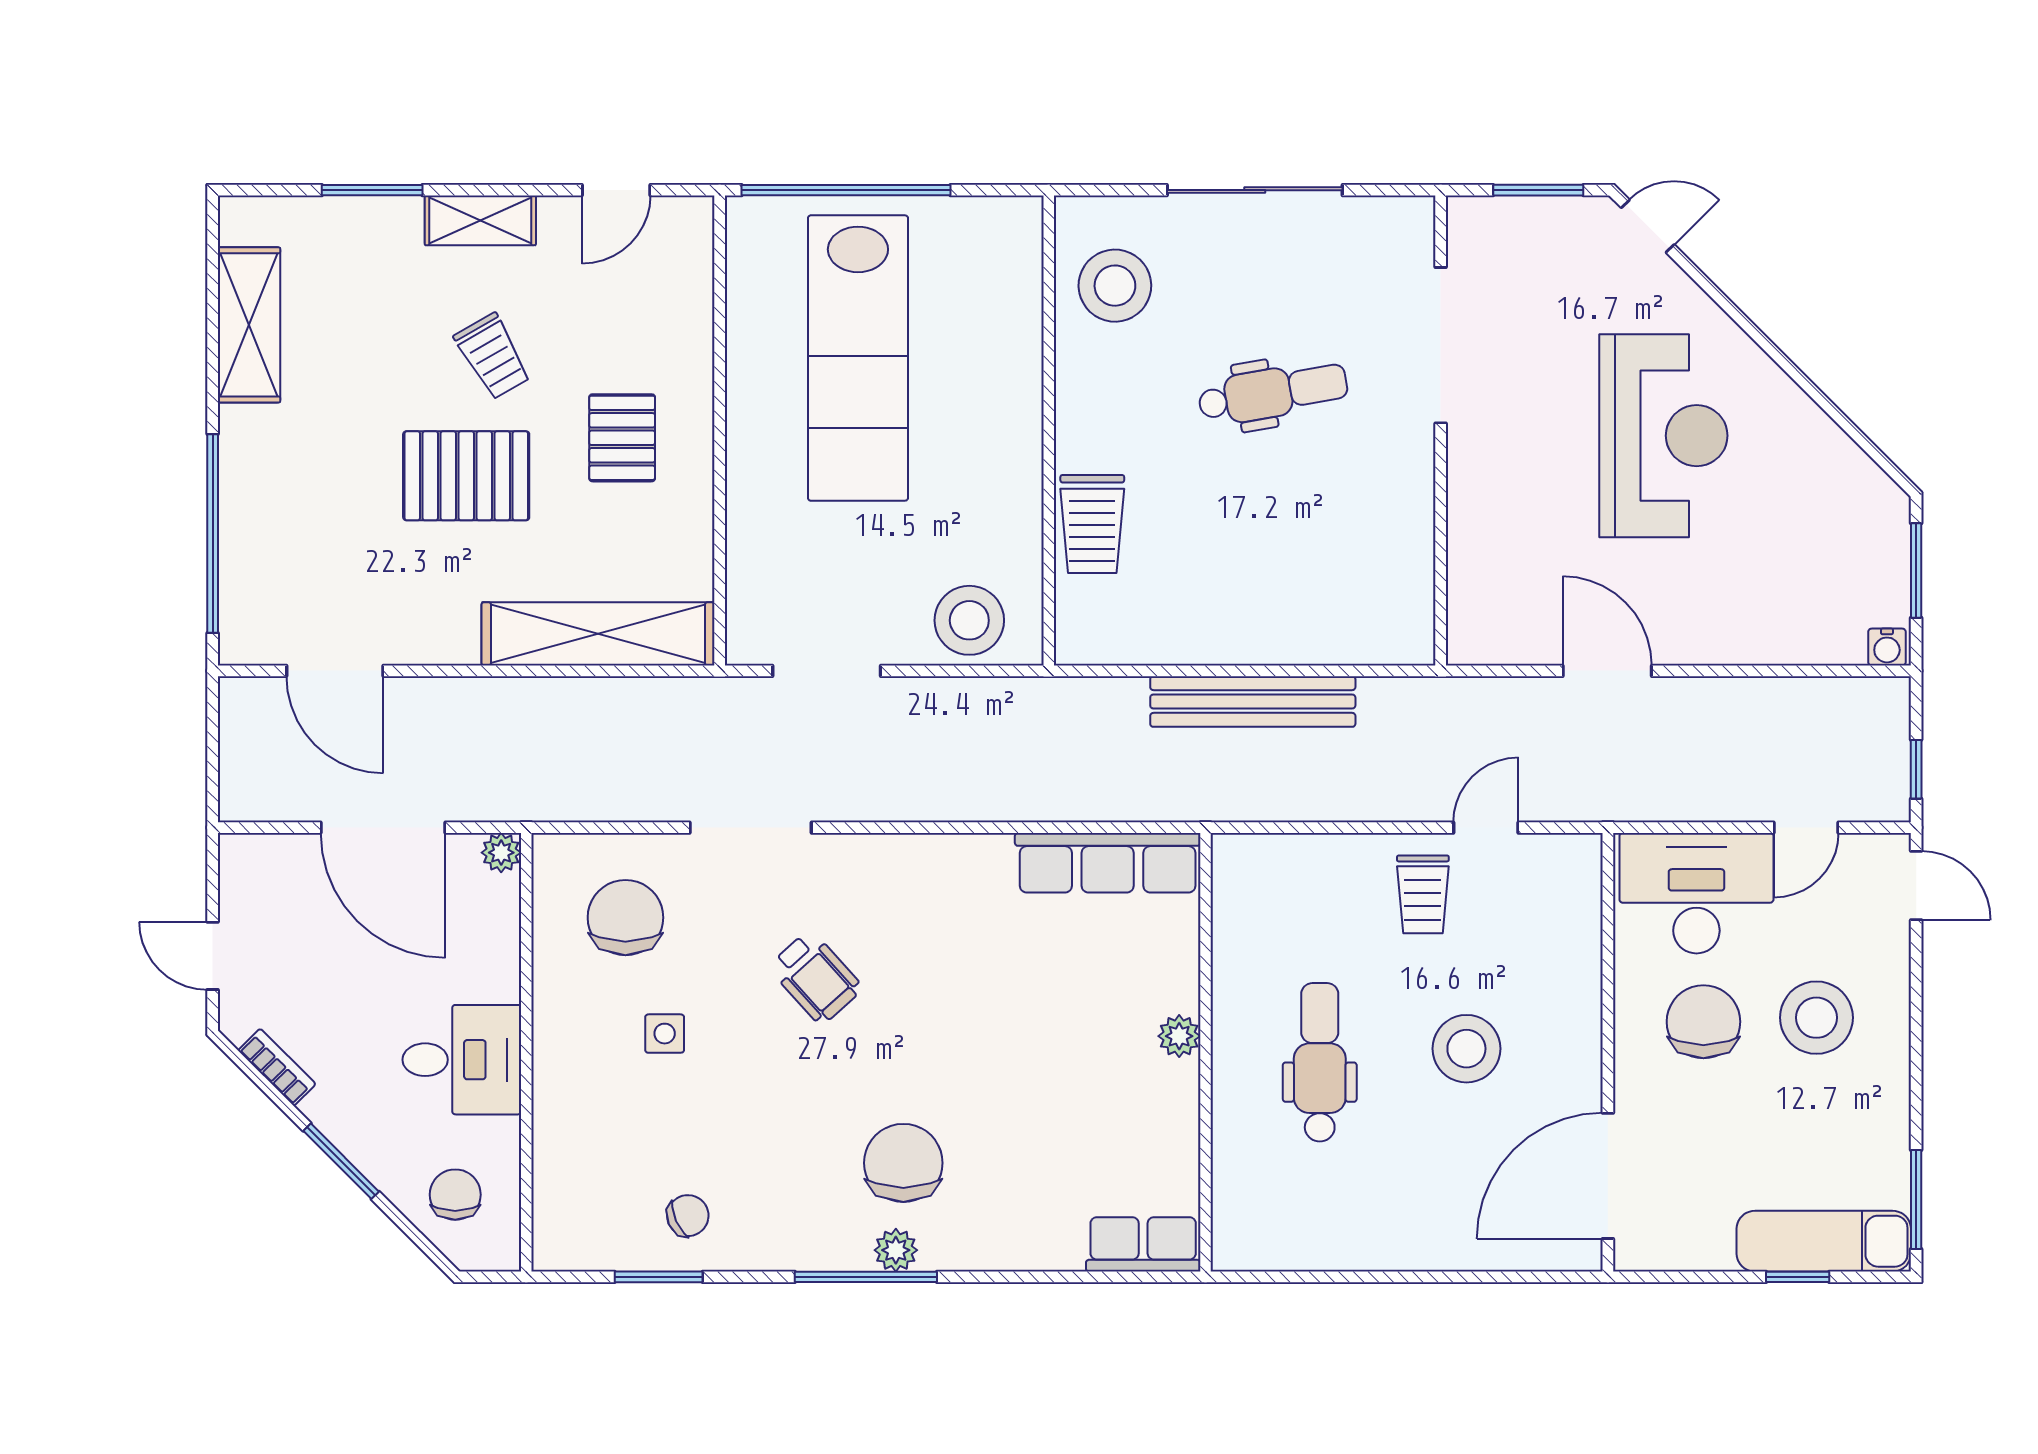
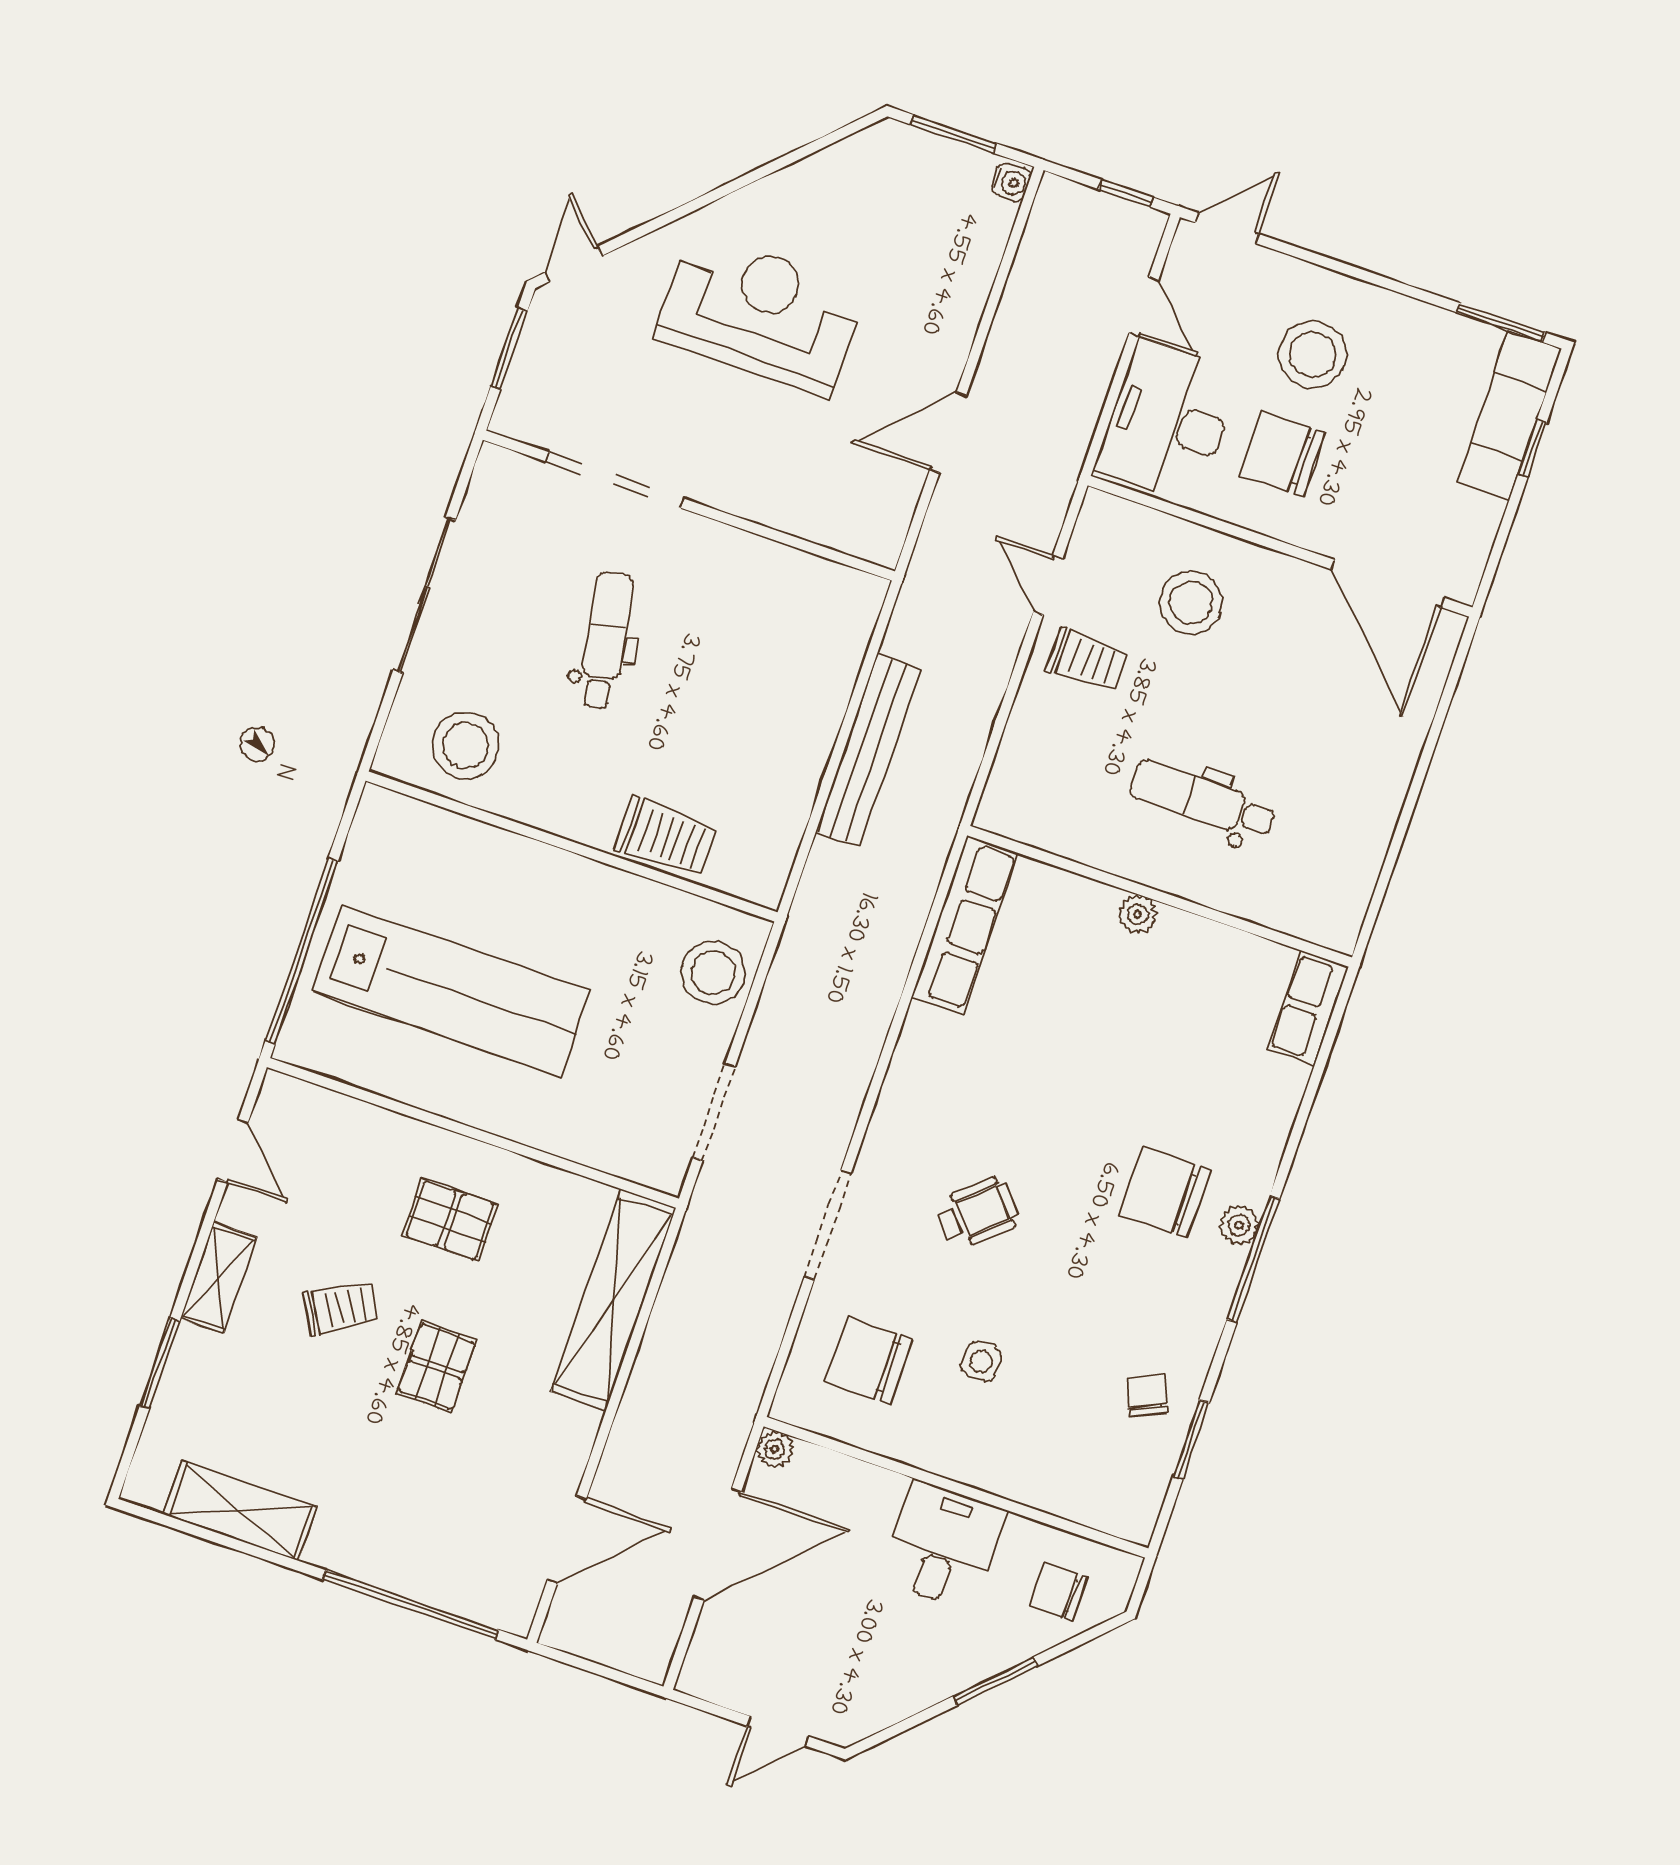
pallet: (466, 476) -> (436, 1367), width x0.67, depth x0.71
stool: (1466, 1049) -> (1191, 603), moved
bookcase: (277, 1067) -> (894, 1709), removed

